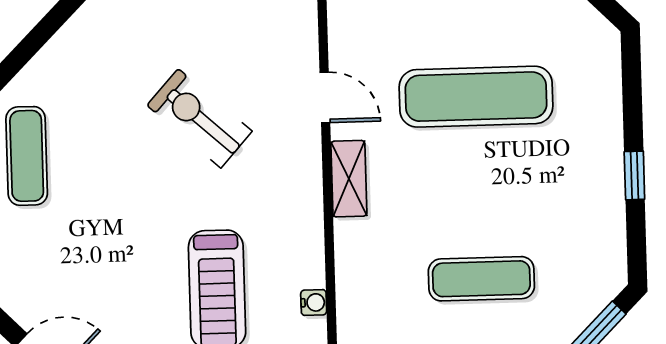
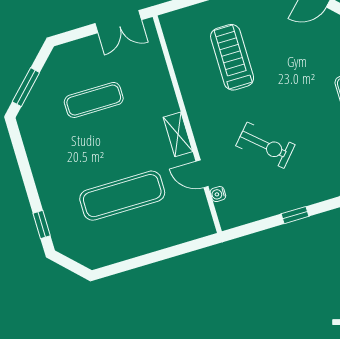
window: (634, 175) -> (42, 224), moved
water cooler: (314, 302) -> (218, 194), moved

